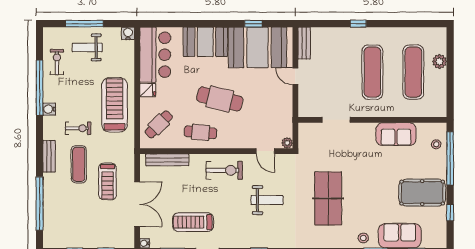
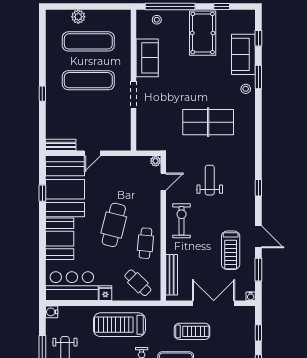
doorway: (336, 120) -> (134, 95), moved

